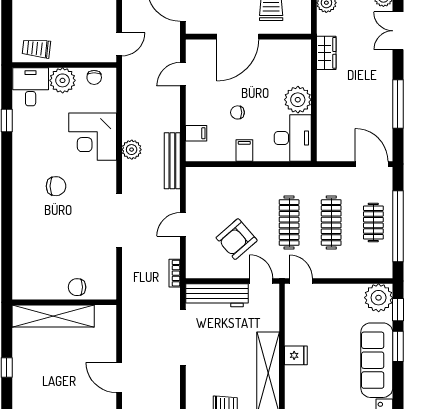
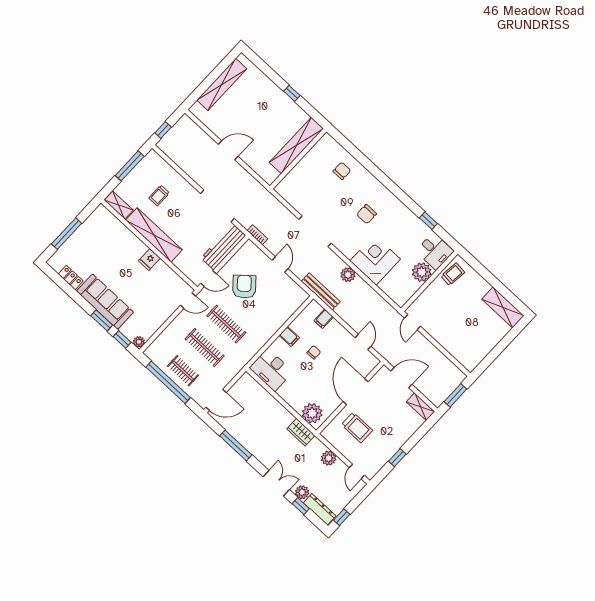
chair: (94, 77) -> (407, 291), removed
plant: (298, 100) -> (312, 413), moved
chair: (77, 287) -> (342, 171), moved
plant: (379, 298) -> (139, 342), width x0.53, depth x0.53

